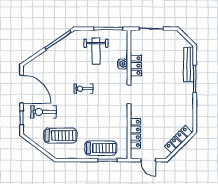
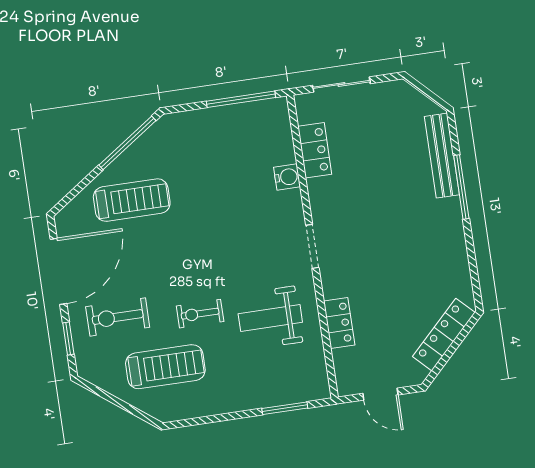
weight bench: (96, 51) -> (270, 318), moved, turned 90
locker: (136, 66) -> (315, 150), moved
door: (22, 89) -> (58, 271), hinge flipped
exercise bike: (83, 89) -> (200, 314), moved
locker: (135, 133) -> (339, 323), width x0.66
treadmill: (101, 148) -> (132, 200), moved

